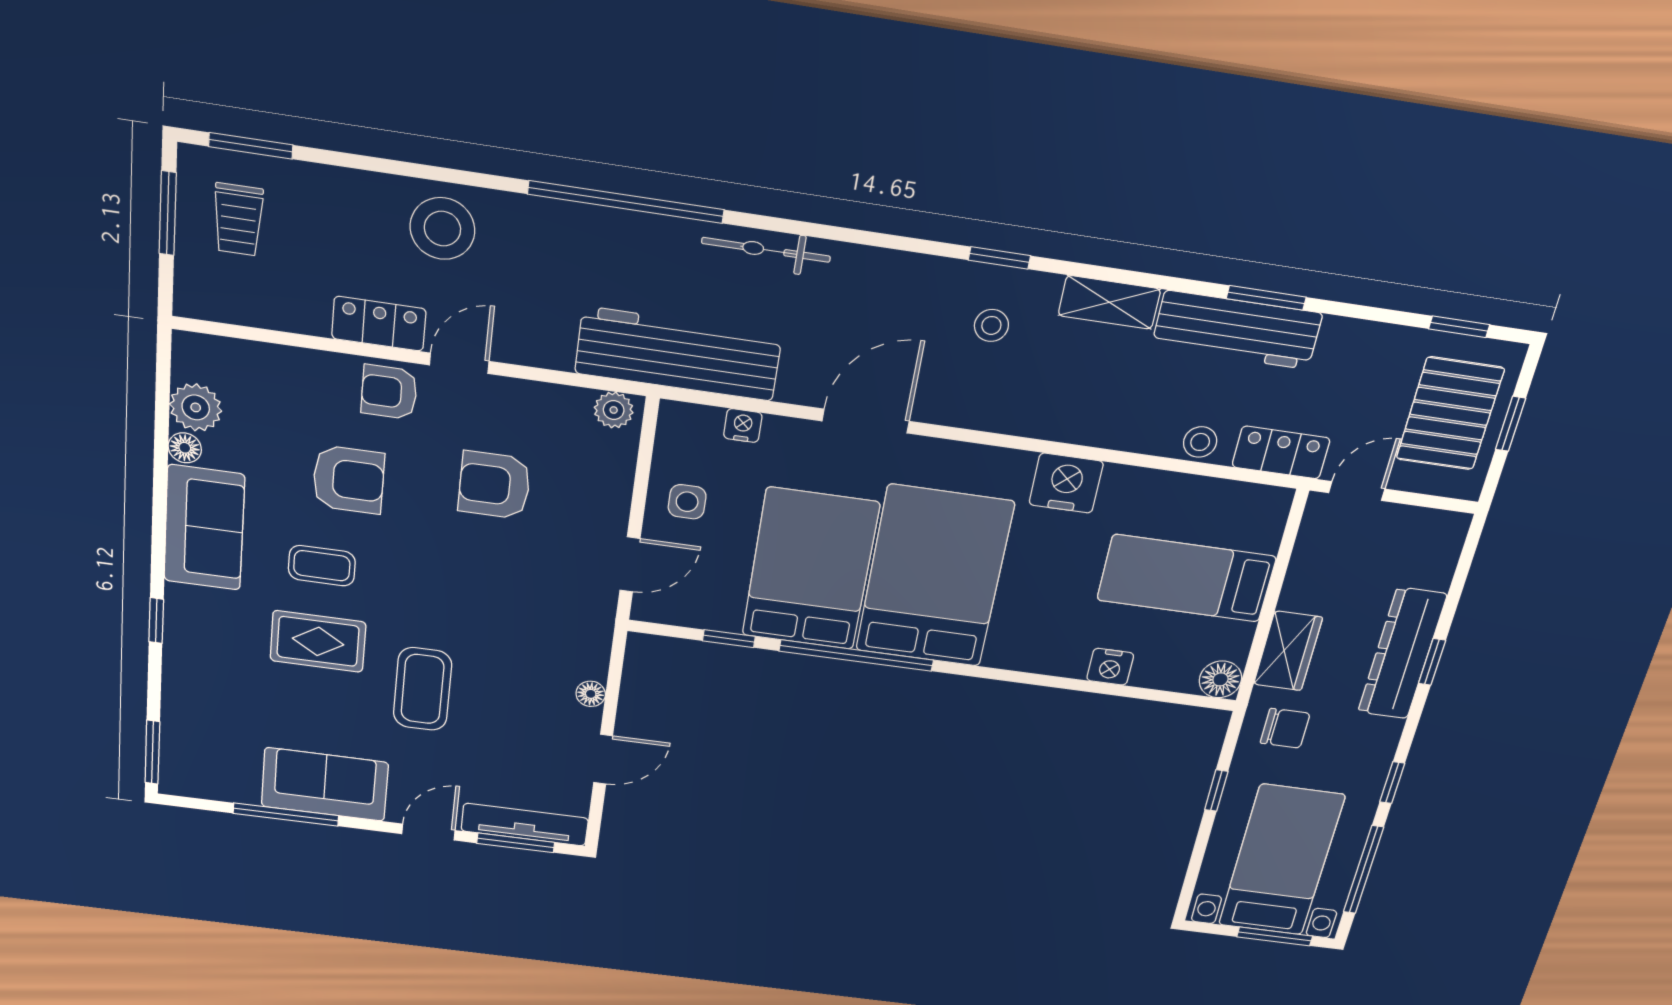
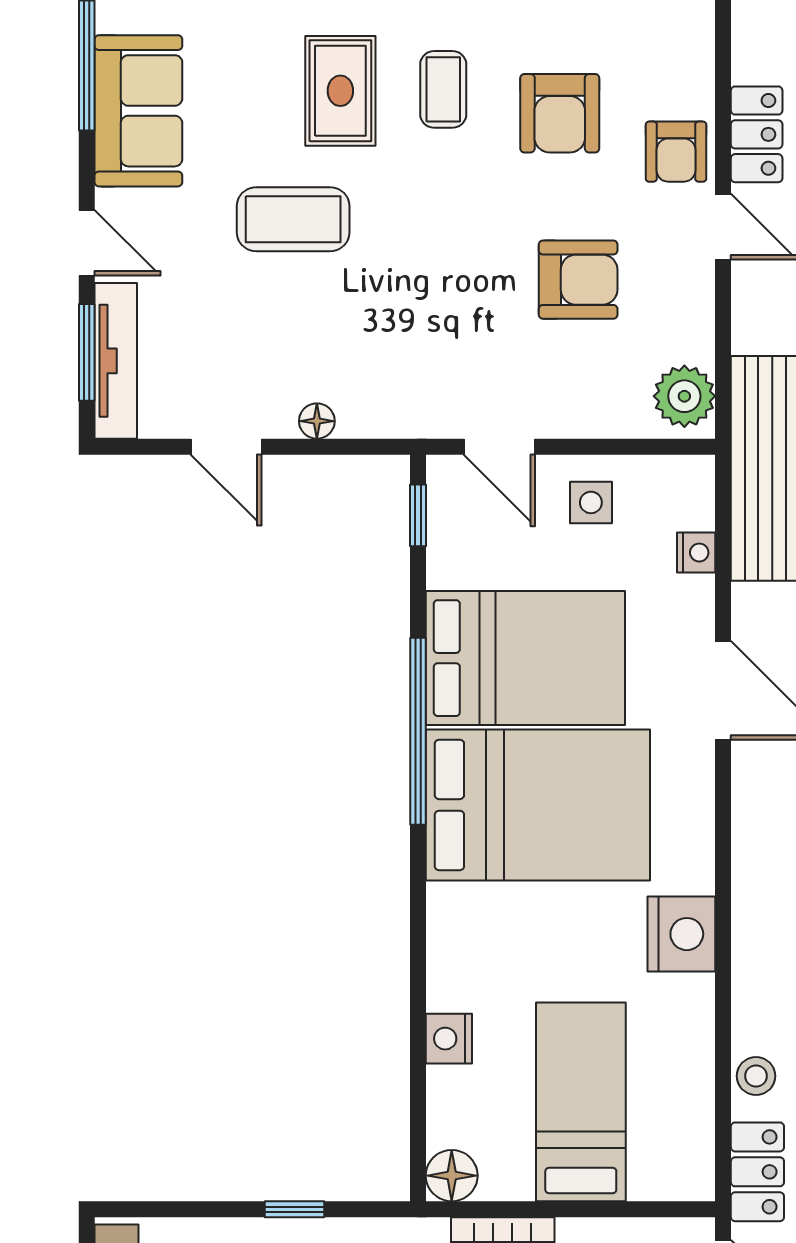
armchair: (389, 392) -> (676, 152), turned 180
plant: (614, 410) -> (684, 396), width x1.38, depth x1.38
armchair: (494, 485) -> (578, 280), turned 90
window: (729, 639) -> (418, 515), moved

